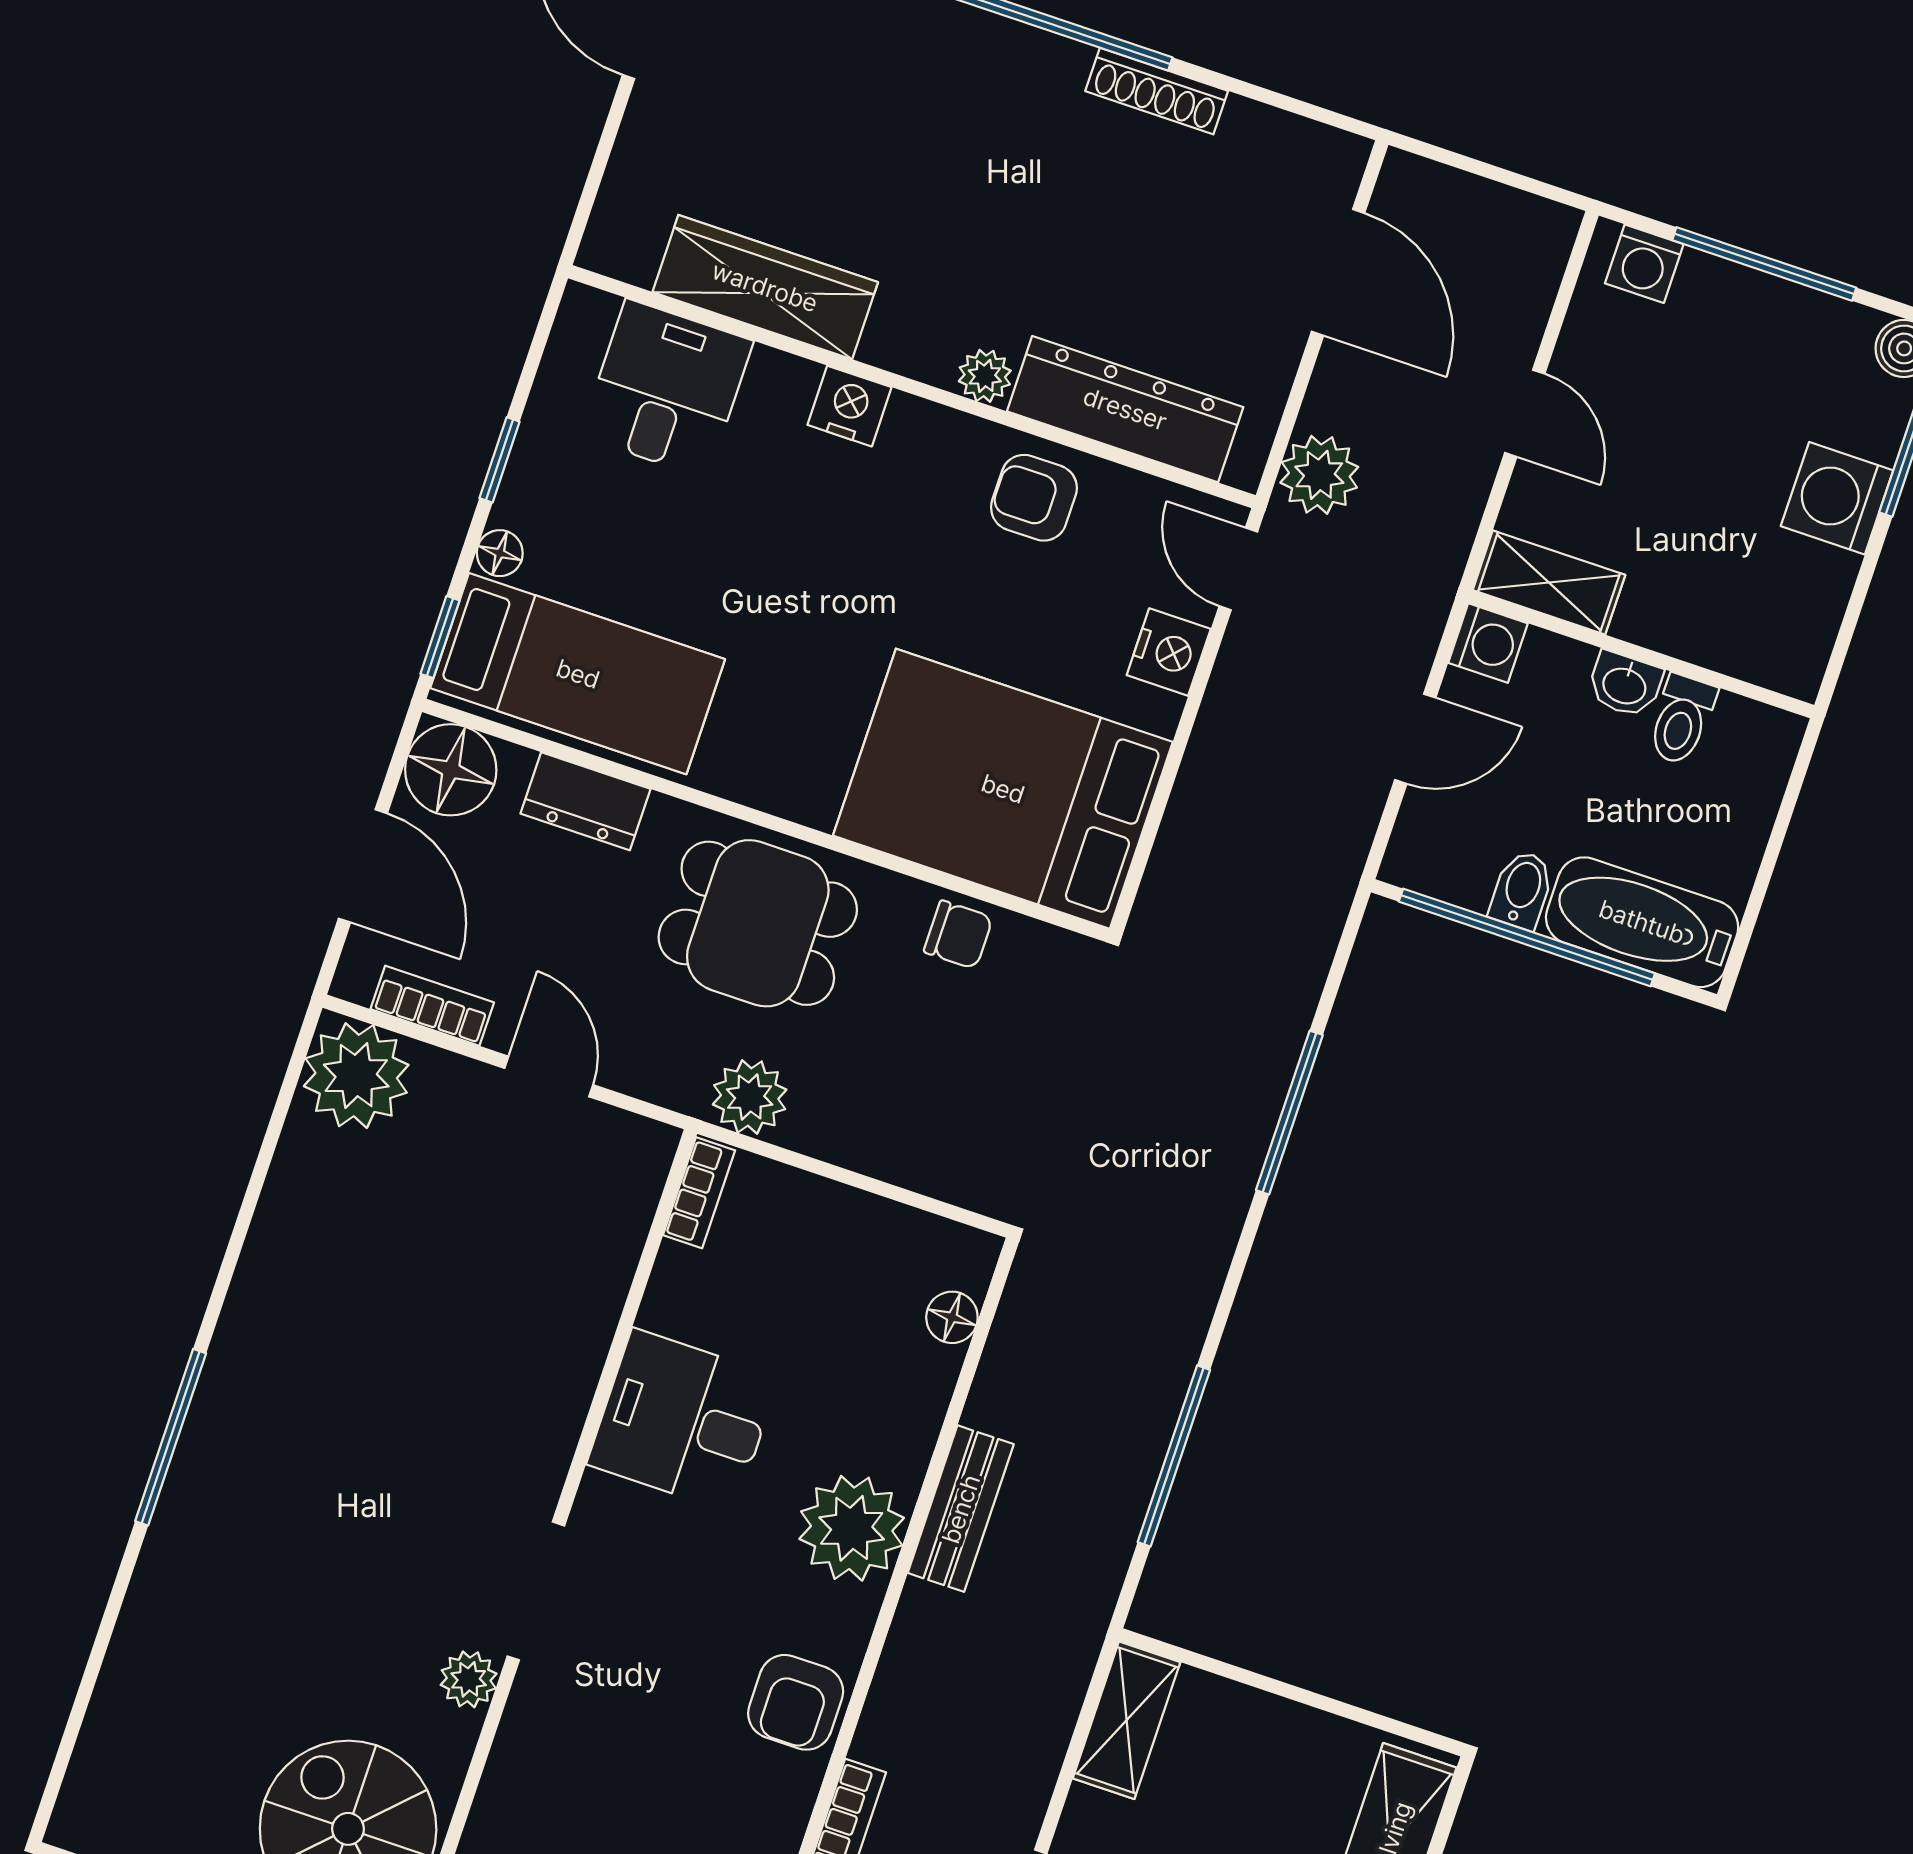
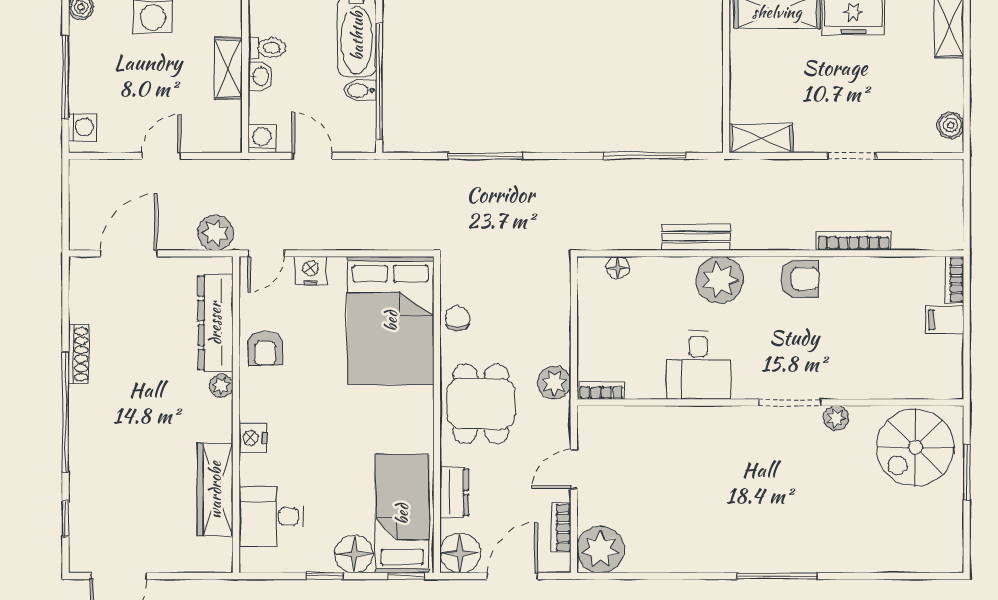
floor lamp: (500, 553) -> (354, 554), width x1.89, depth x1.89
shelving: (1549, 583) -> (228, 68), moved

